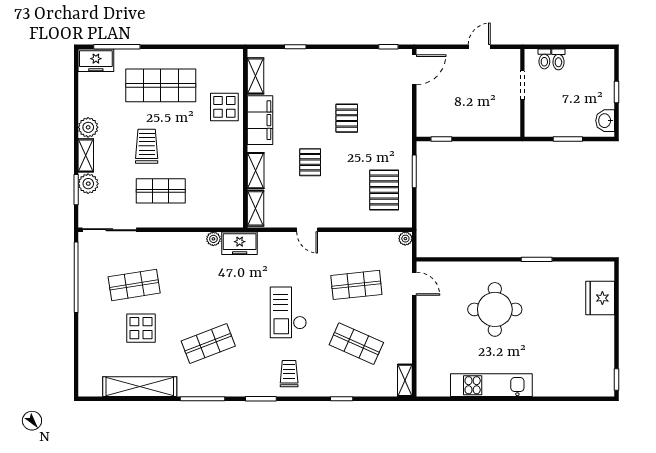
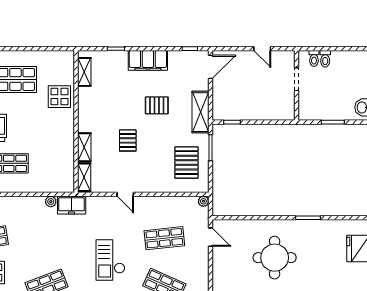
door: (479, 47) -> (262, 49), swing flipped
pallet: (347, 118) -> (157, 105), turned 90
filing cabinet: (260, 120) -> (148, 60), moved, turned 90
shelving: (402, 126) -> (201, 112), added

